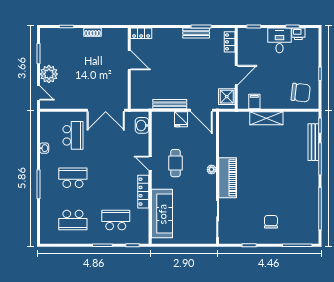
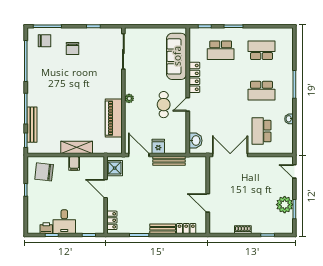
locker: (141, 33) -> (186, 229), moved
bench: (196, 33) -> (163, 229), moved
plant: (49, 74) -> (285, 205), moved
door: (236, 75) -> (106, 189), hinge flipped
filing cabinet: (254, 102) -> (74, 163), moved
door: (150, 163) -> (188, 104), swing flipped
piano: (228, 178) -> (114, 118), moved
chair: (300, 230) -> (44, 41), added

